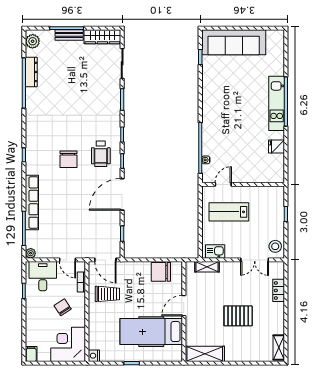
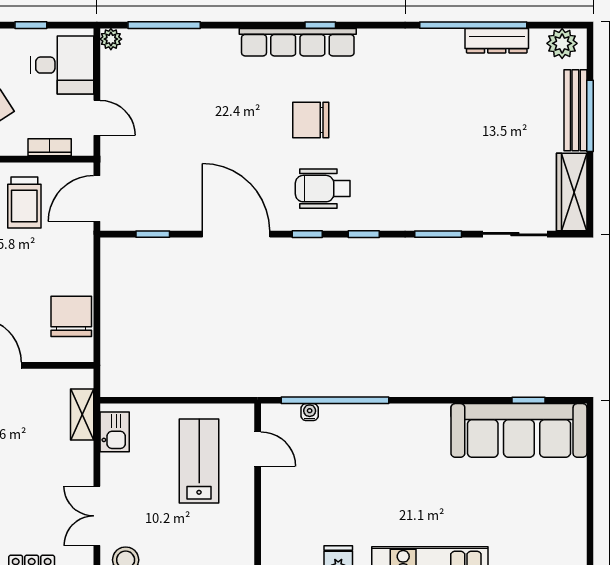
bench: (69, 35) -> (575, 110), width x1.36
sofa: (234, 42) -> (519, 430), moved, turned -90
row of seats: (32, 203) -> (298, 42), moved
door: (68, 260) -> (97, 118), swing flipped

